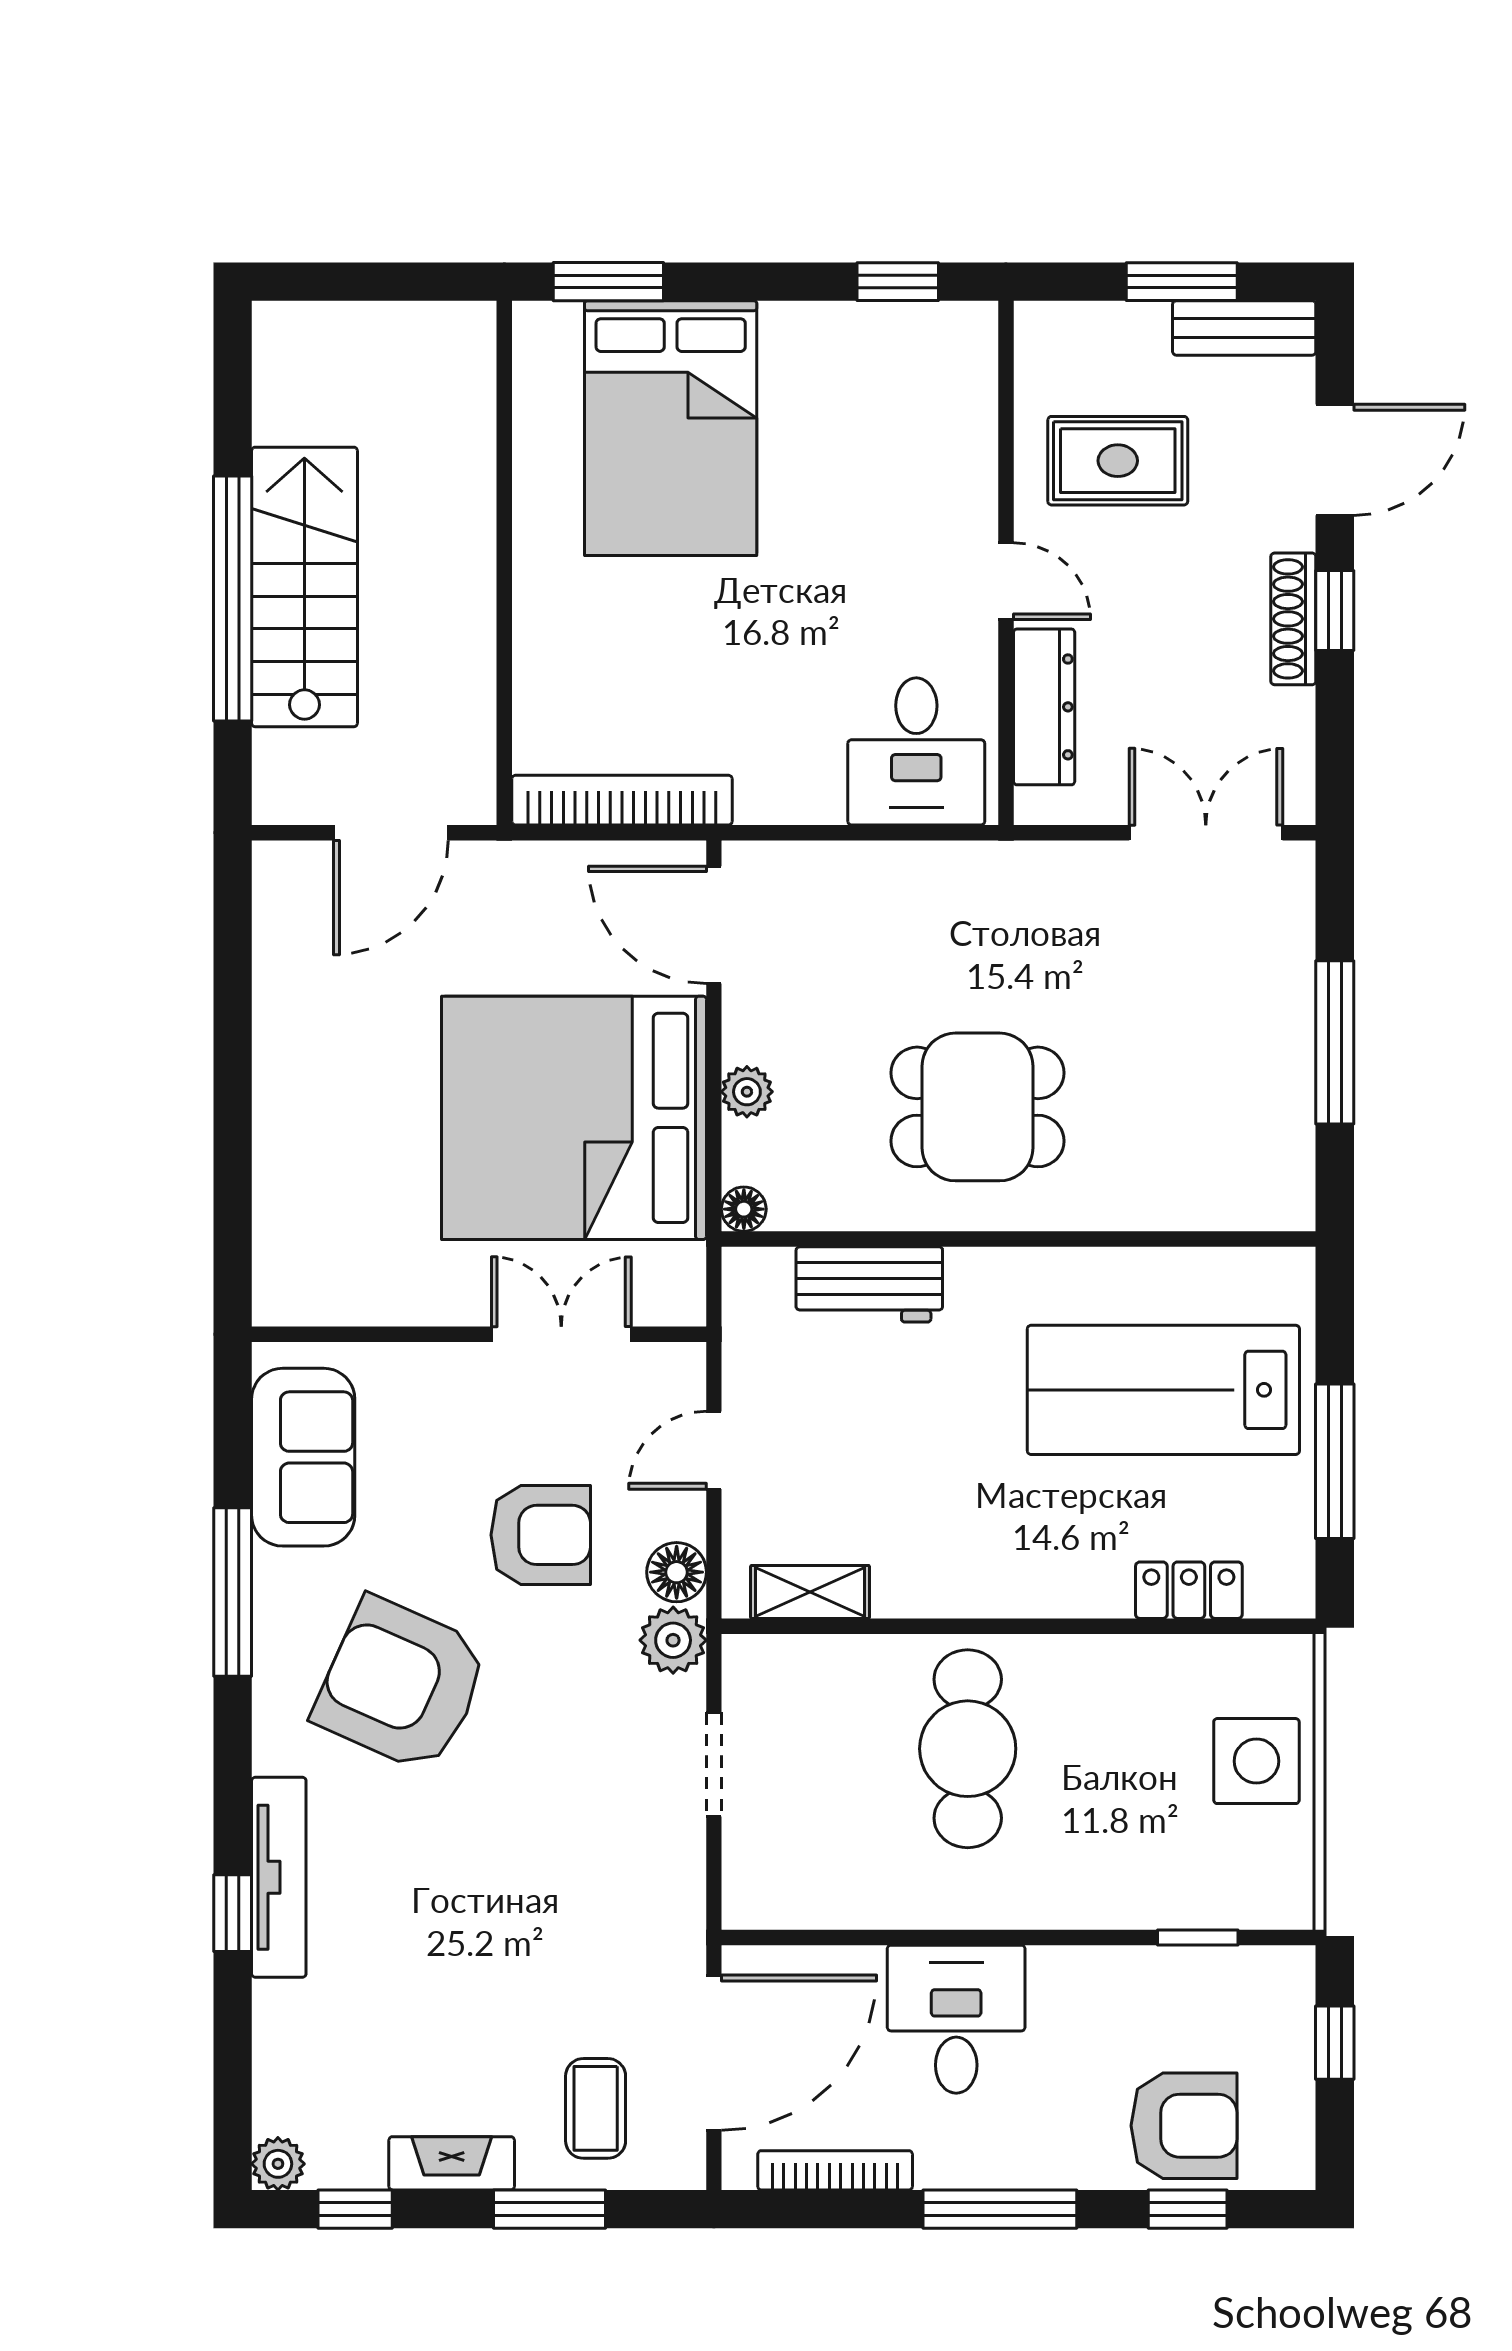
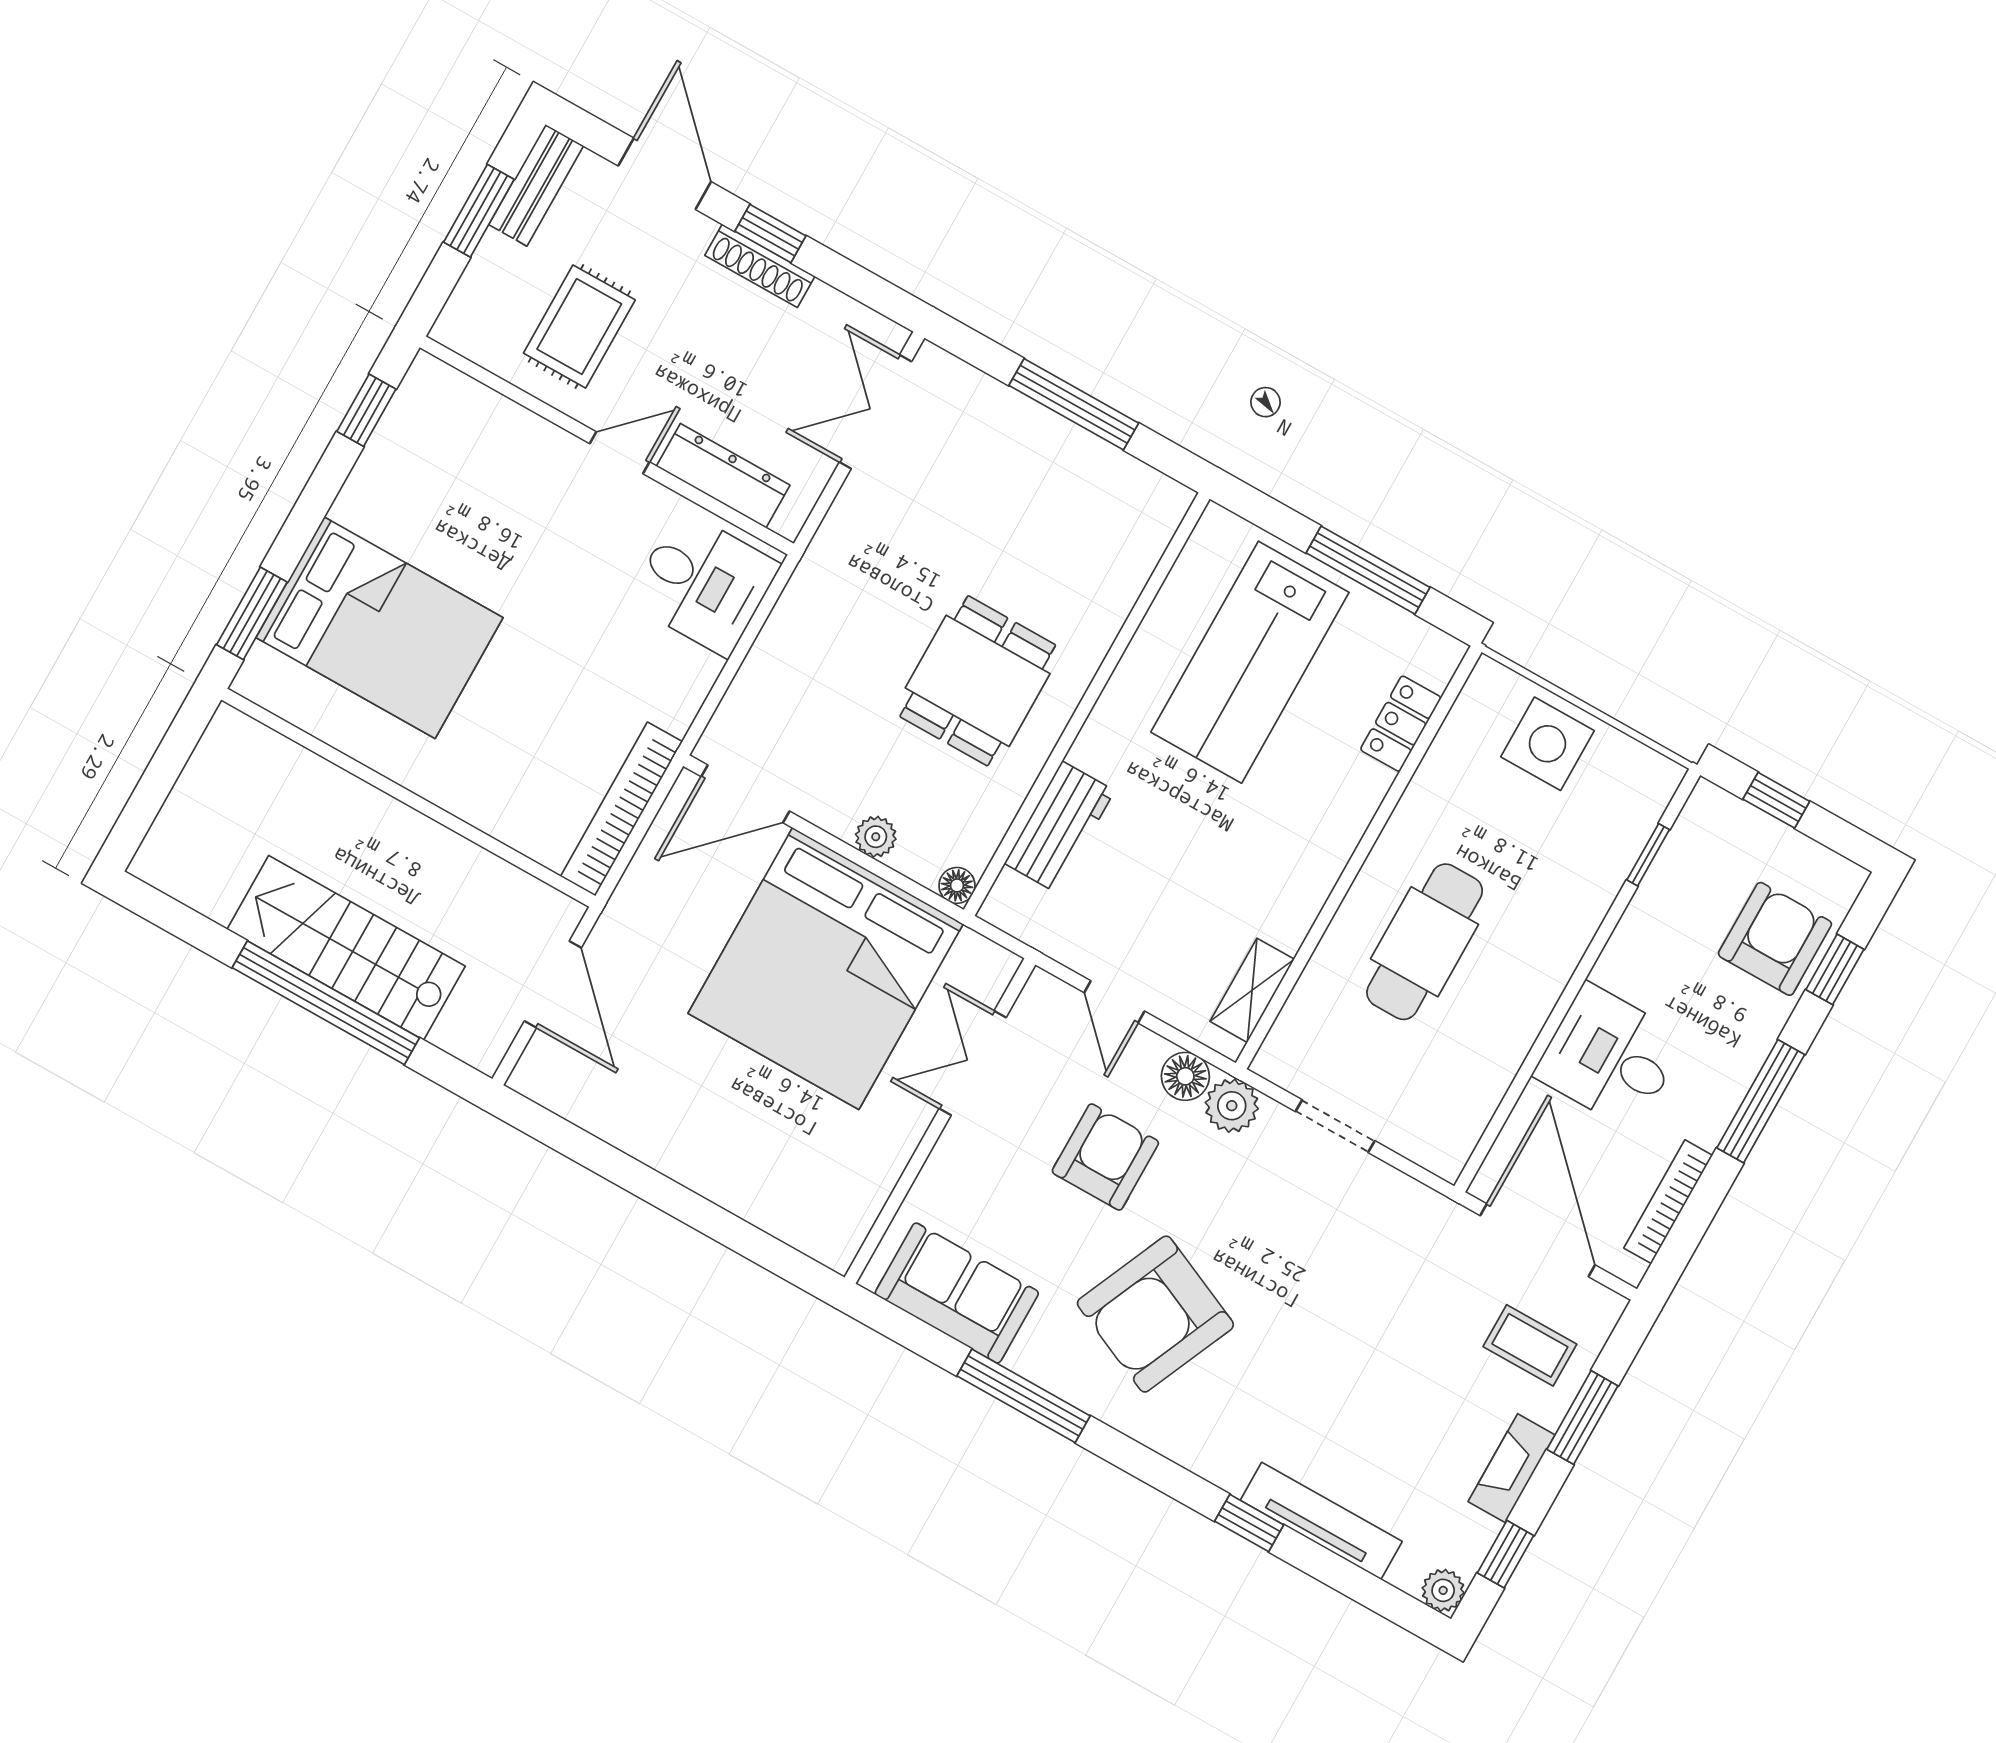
cafe table: (968, 1749) -> (1425, 942), turned 90
tv unit: (279, 1877) -> (1321, 1521), moved

